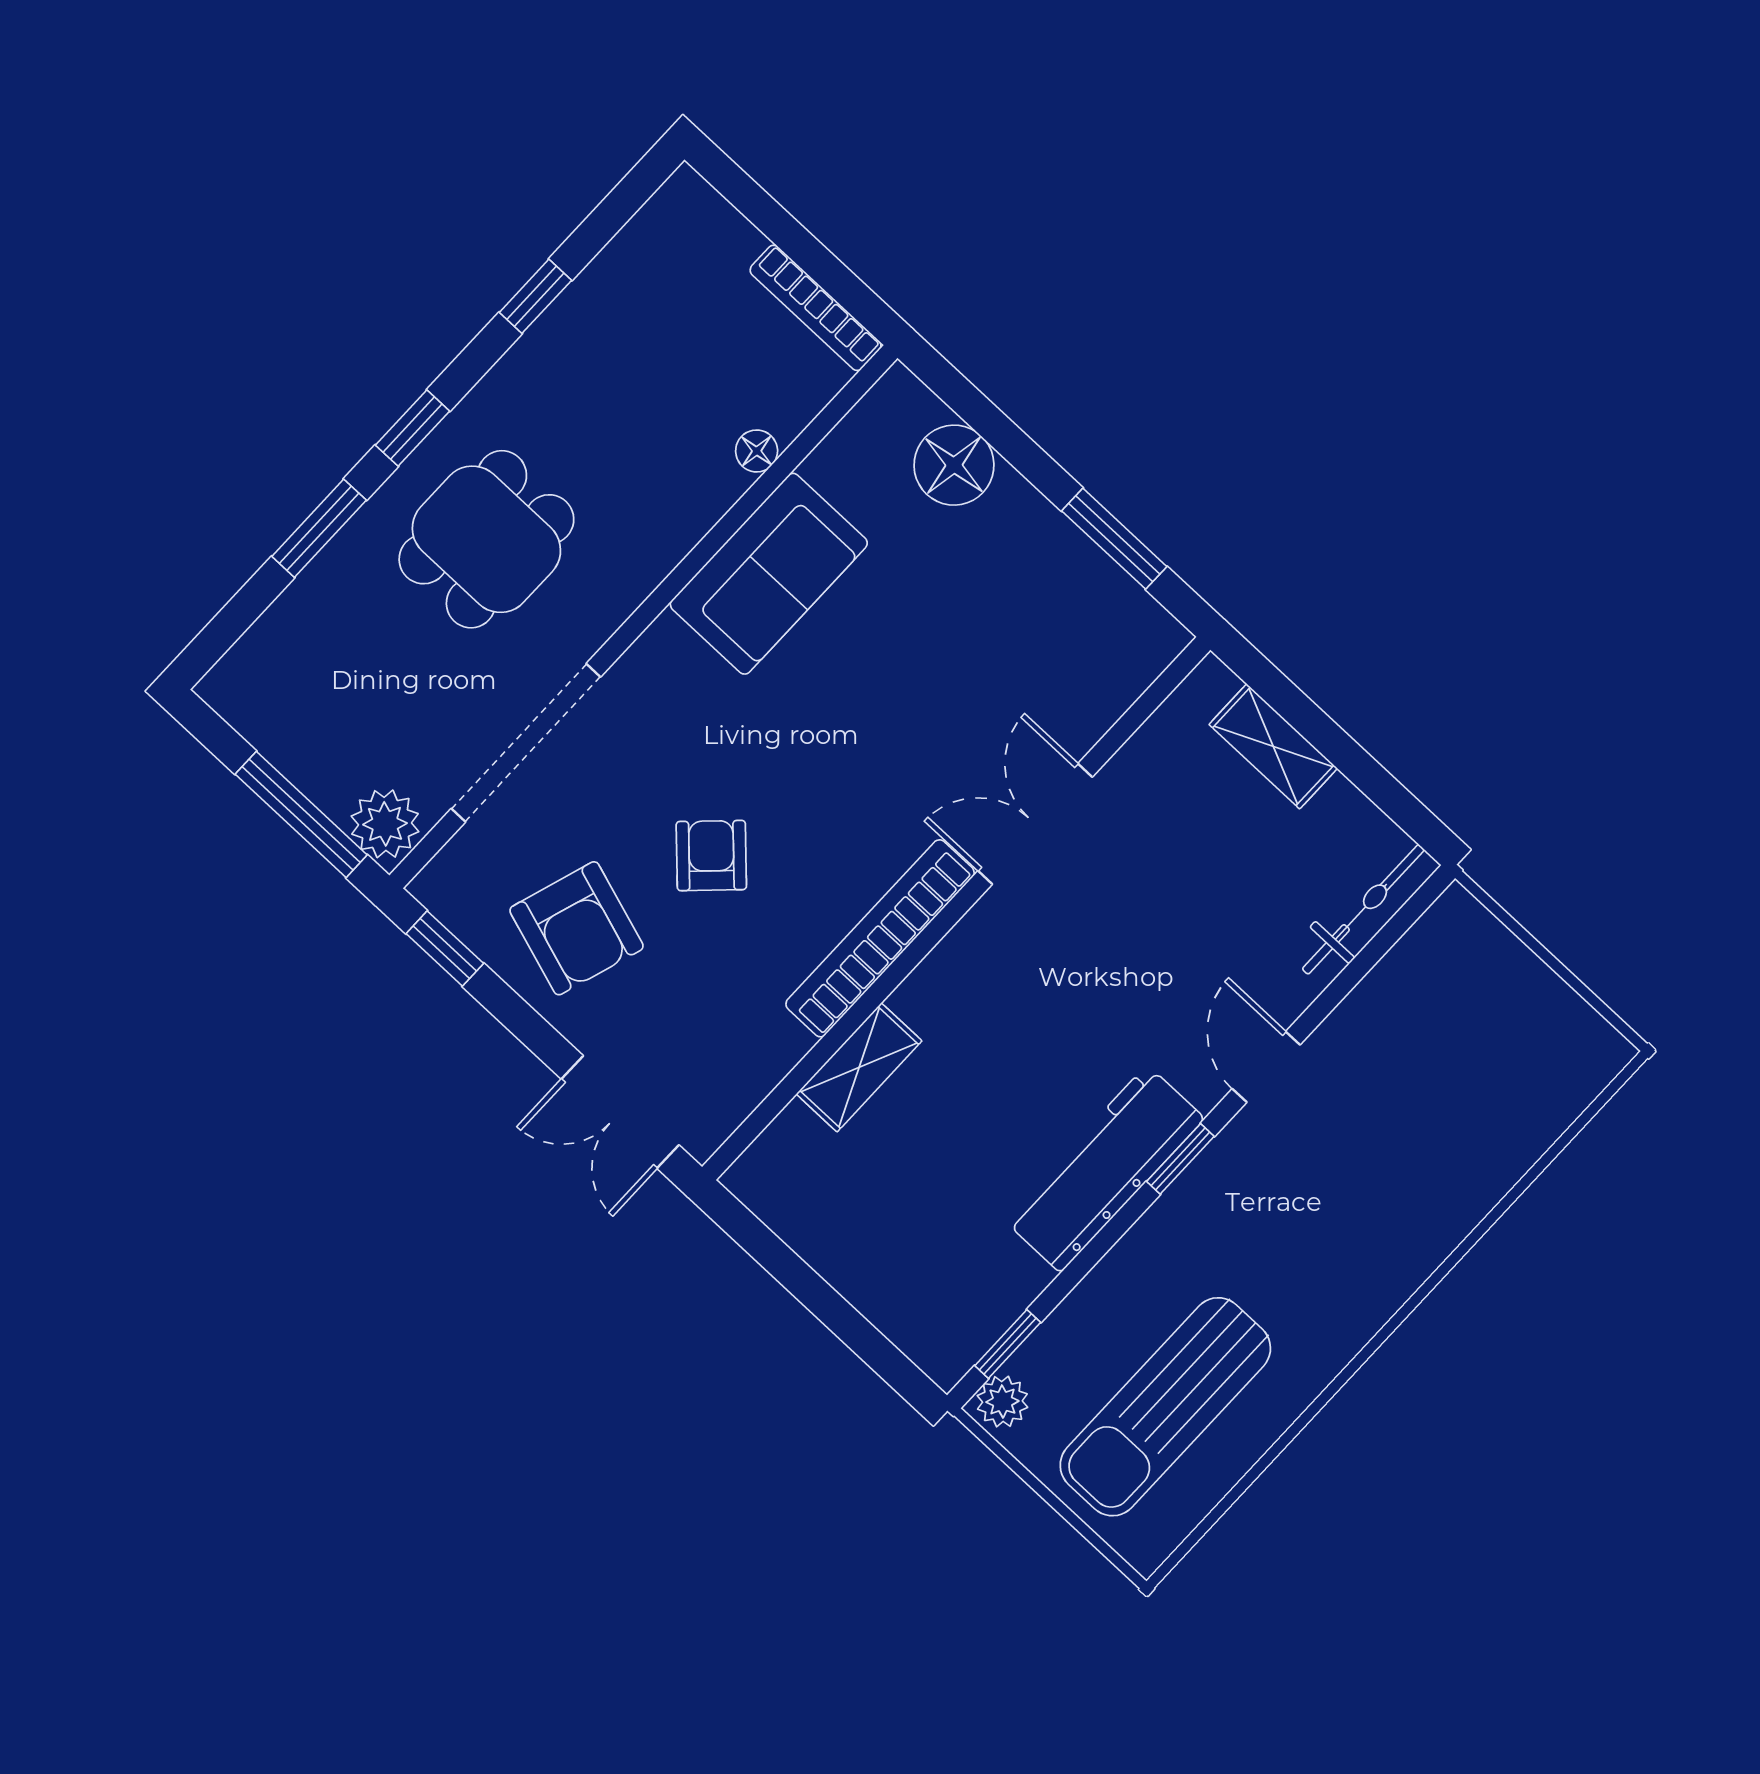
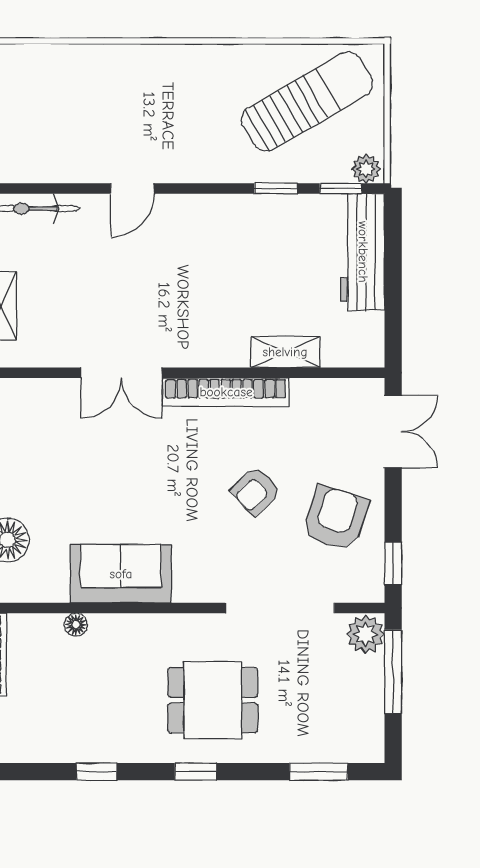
window: (319, 528) -> (319, 772), moved
window: (1180, 1159) -> (276, 188), moved
workbench: (1104, 1169) -> (363, 252), moved, turned 90
sun lounger: (1165, 1407) -> (307, 102), turned -30

